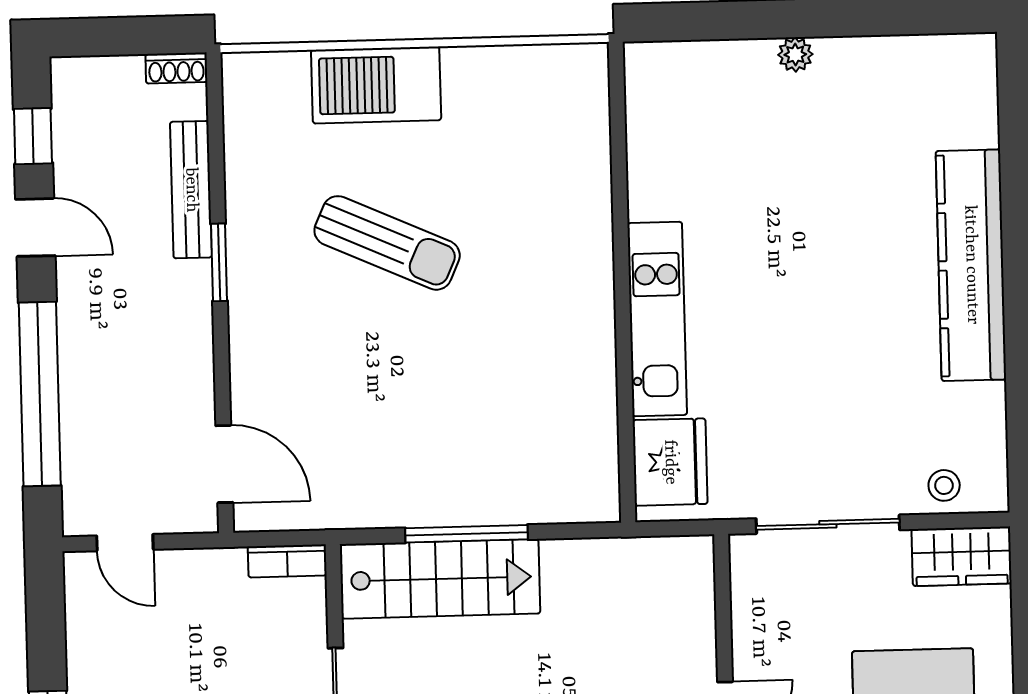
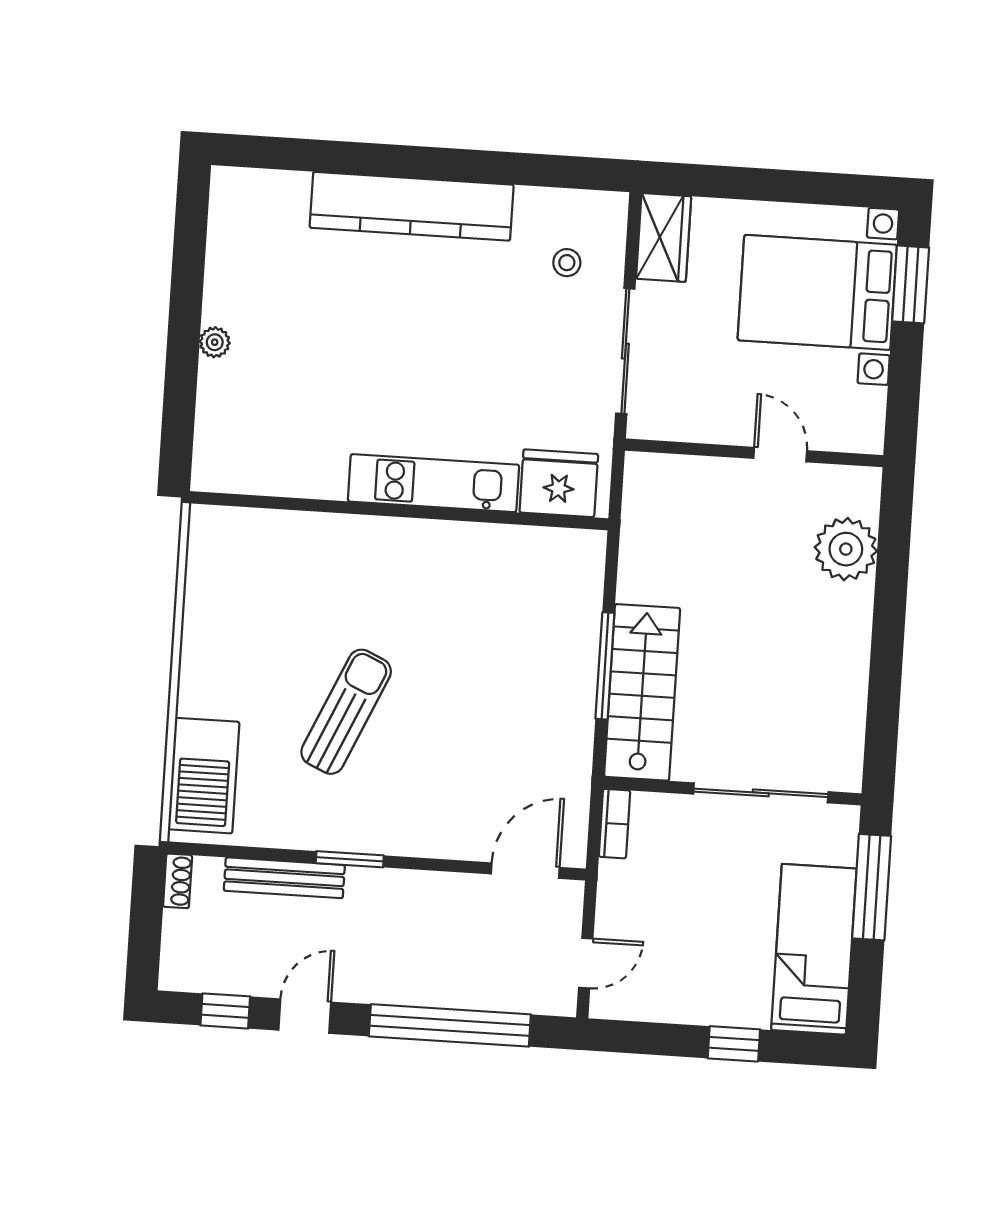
barbecue: (376, 85) -> (204, 776), moved
stool: (944, 485) -> (567, 263), moved

